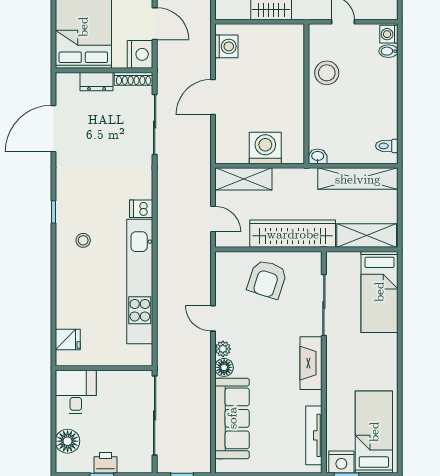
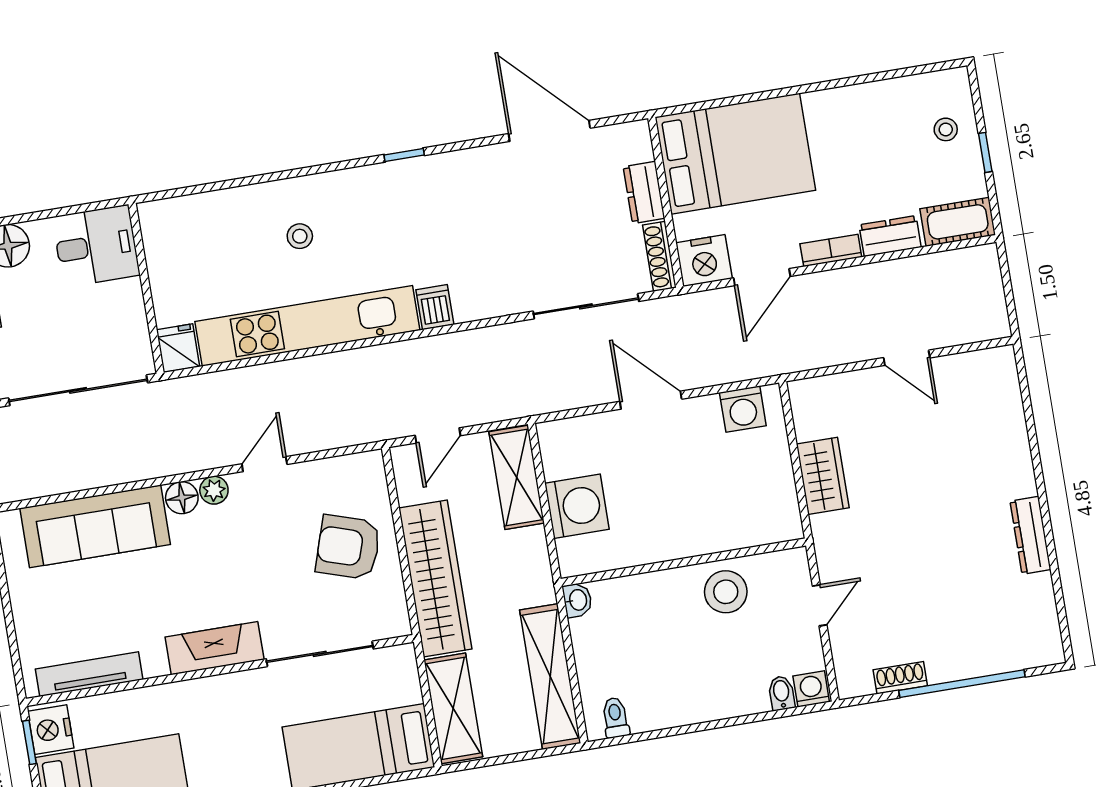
stool: (83, 240) -> (300, 236), moved
fridge: (68, 340) -> (178, 348), moved, turned 180

